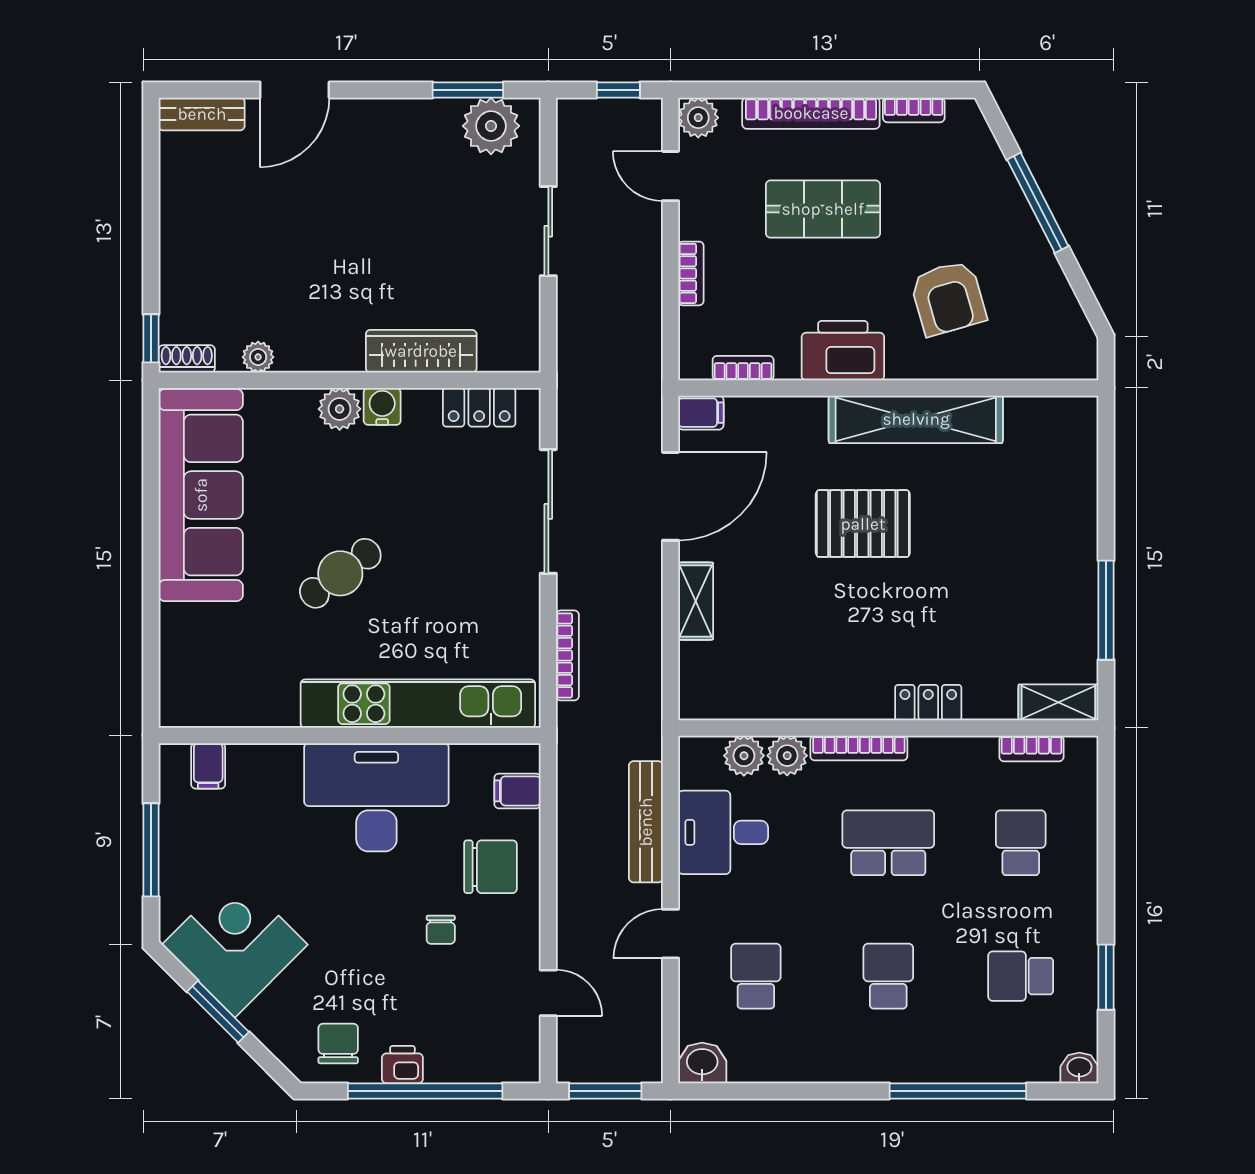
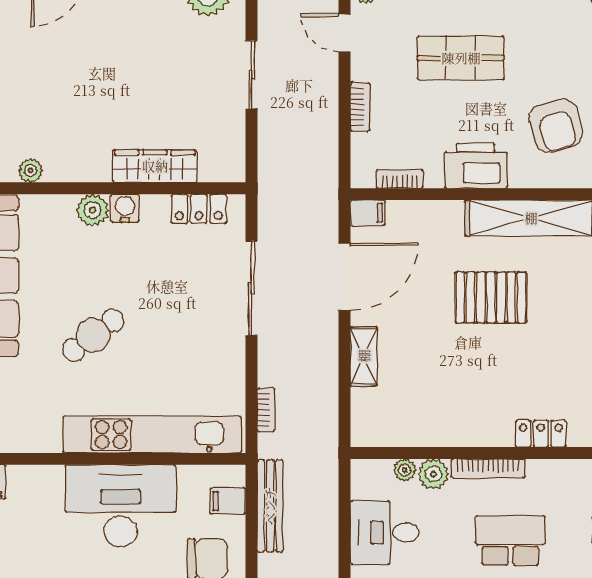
bookcase: (567, 655) -> (266, 410), width x0.64
plant: (744, 756) -> (405, 470), width x0.73, depth x0.73
bench: (646, 822) -> (270, 506), moved

